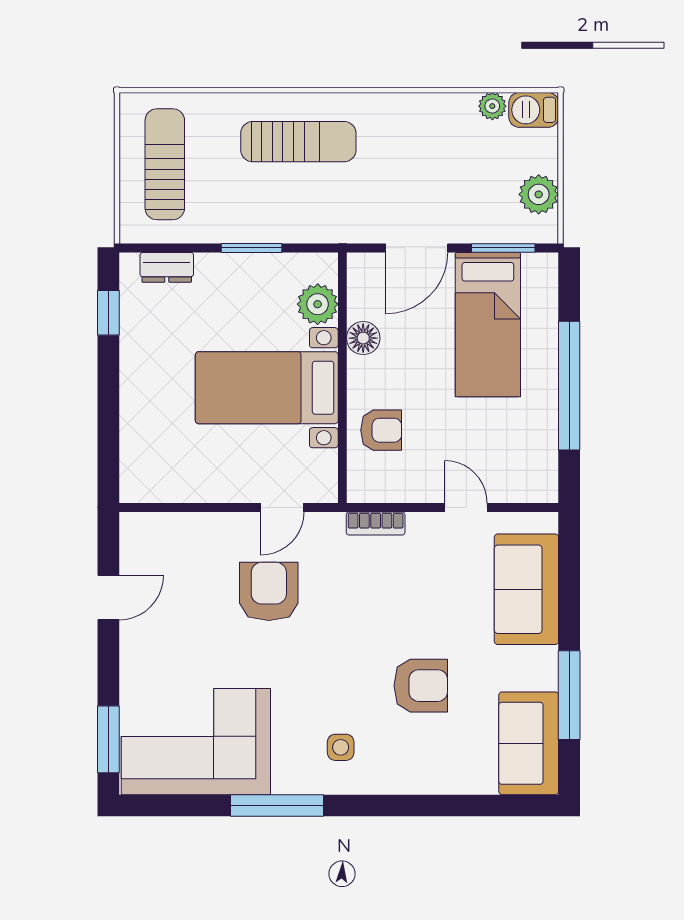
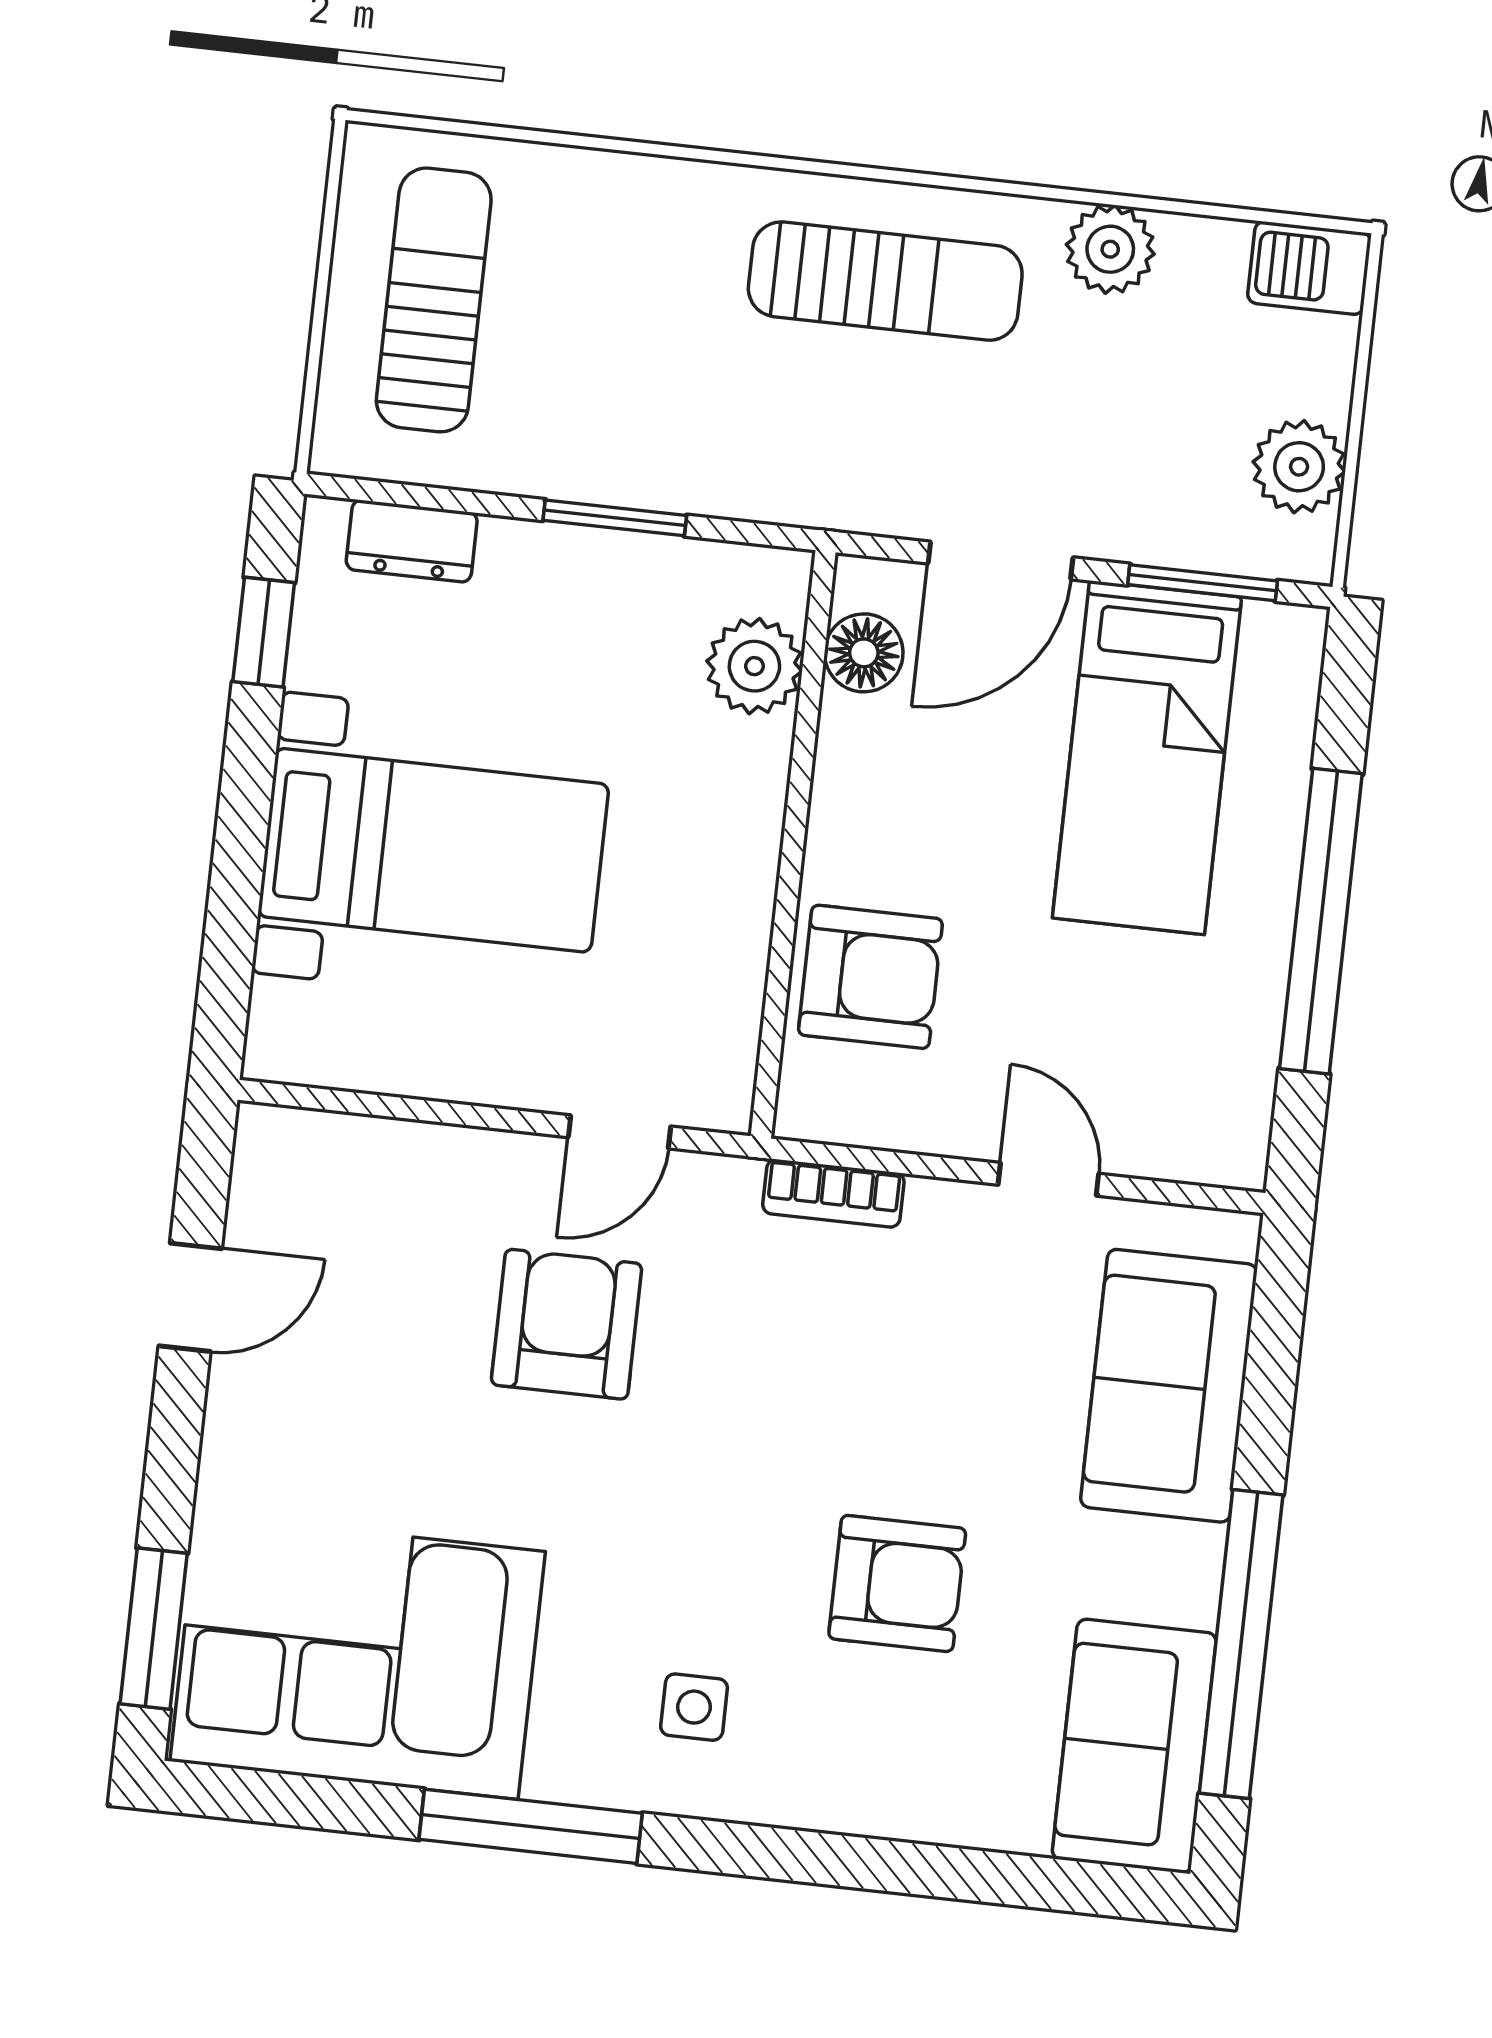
plant: (492, 106) -> (1110, 249), moved, width x1.38, depth x1.38
sun lounger: (298, 142) -> (885, 281), moved
floor lamp: (363, 338) -> (864, 653), moved
bed with nightstands: (267, 388) -> (433, 850), moved, turned 180
armchair: (381, 430) -> (870, 977), width x1.38, depth x1.38
window: (569, 695) -> (1241, 1644), width x1.46

